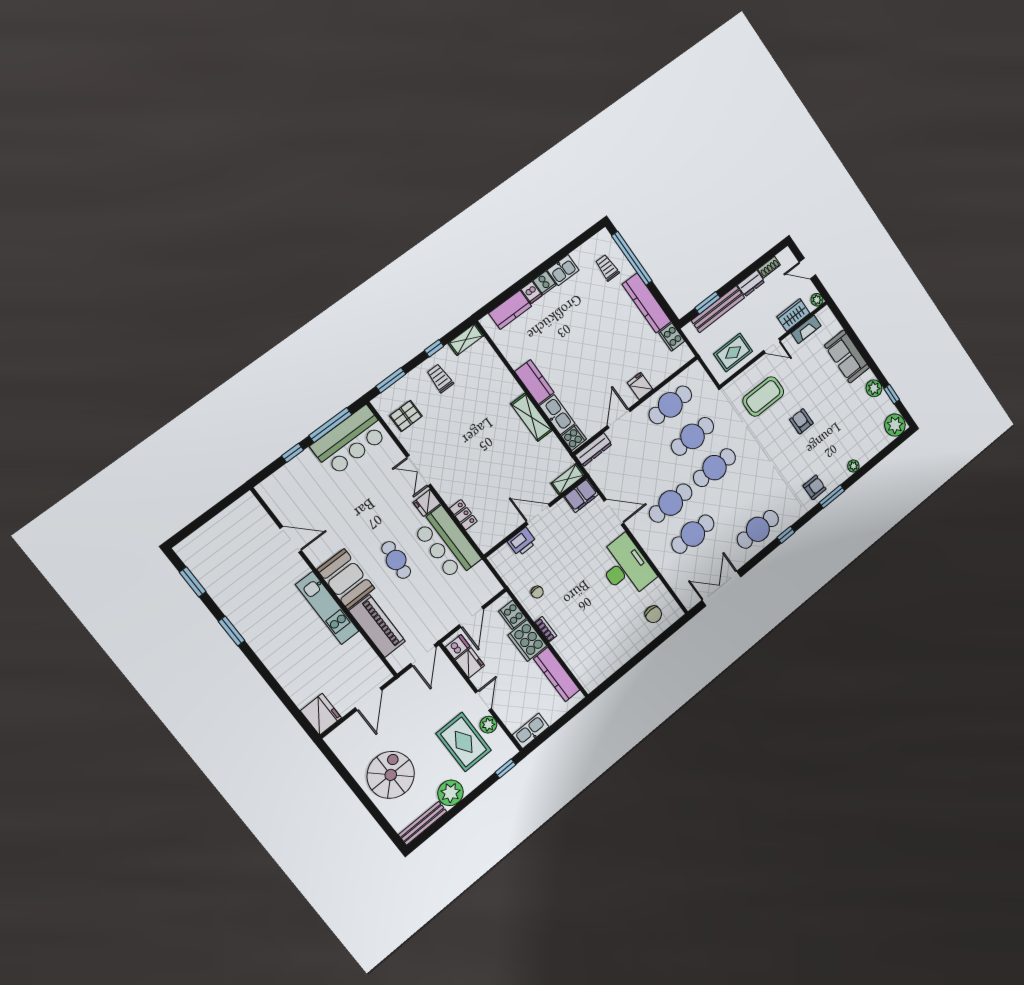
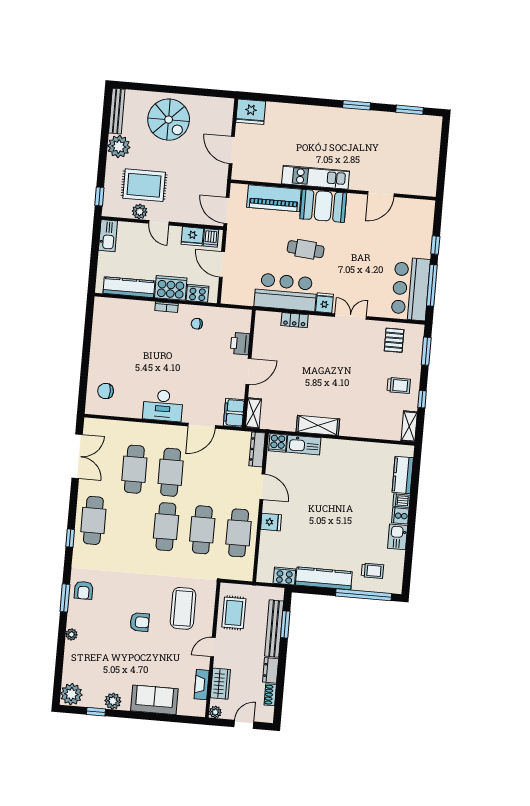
kitchen counter: (534, 382) -> (340, 449), removed
desk: (626, 567) -> (163, 405), width x0.73, depth x0.77

